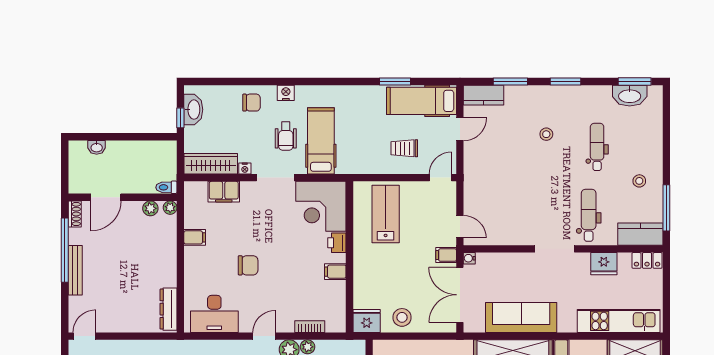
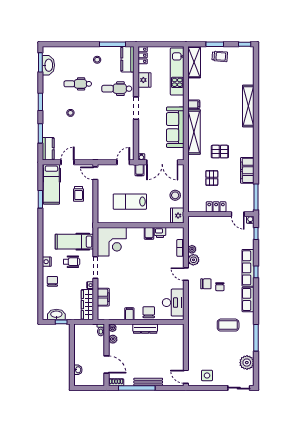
door: (460, 129) -> (68, 162), hinge flipped
lab bench: (386, 214) -> (130, 202), moved
printer: (337, 243) -> (160, 232), moved
chair: (248, 265) -> (149, 312), moved
dresser: (169, 309) -> (145, 329), moved

